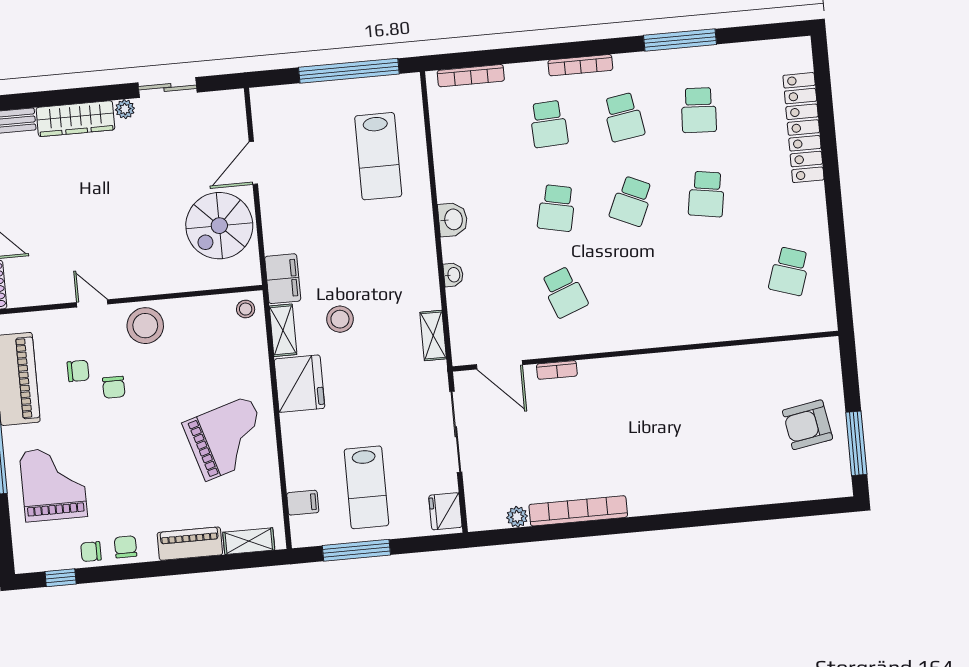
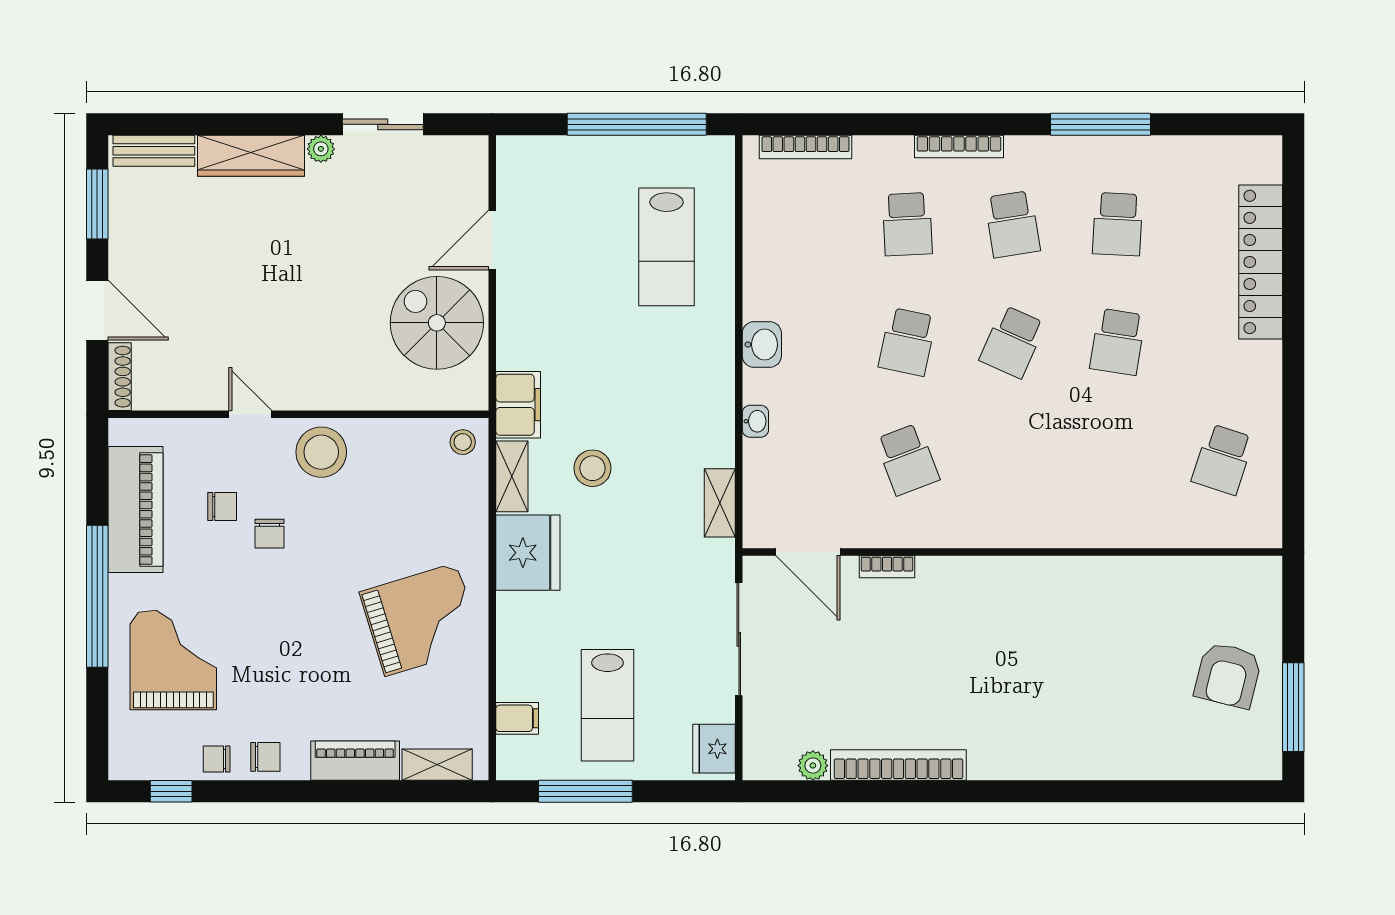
spiral stairs: (219, 226) -> (437, 323), turned 90
armchair: (808, 425) -> (1228, 675), turned -66
chair: (126, 547) -> (265, 757), turned 90

